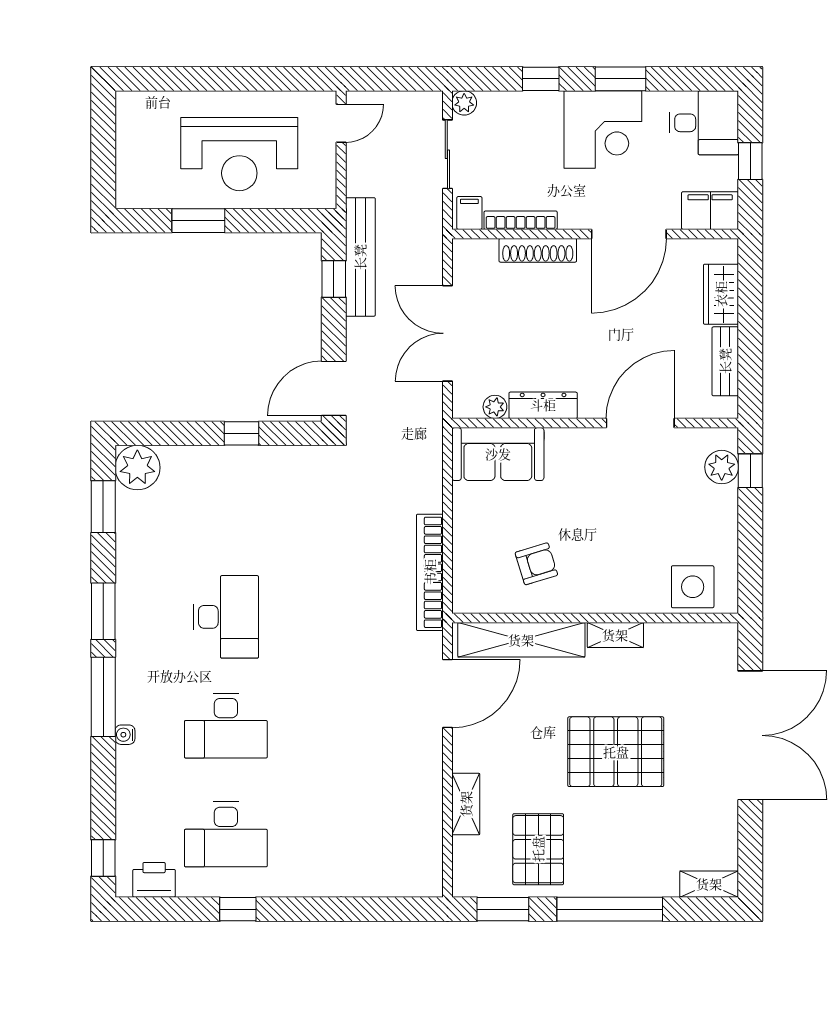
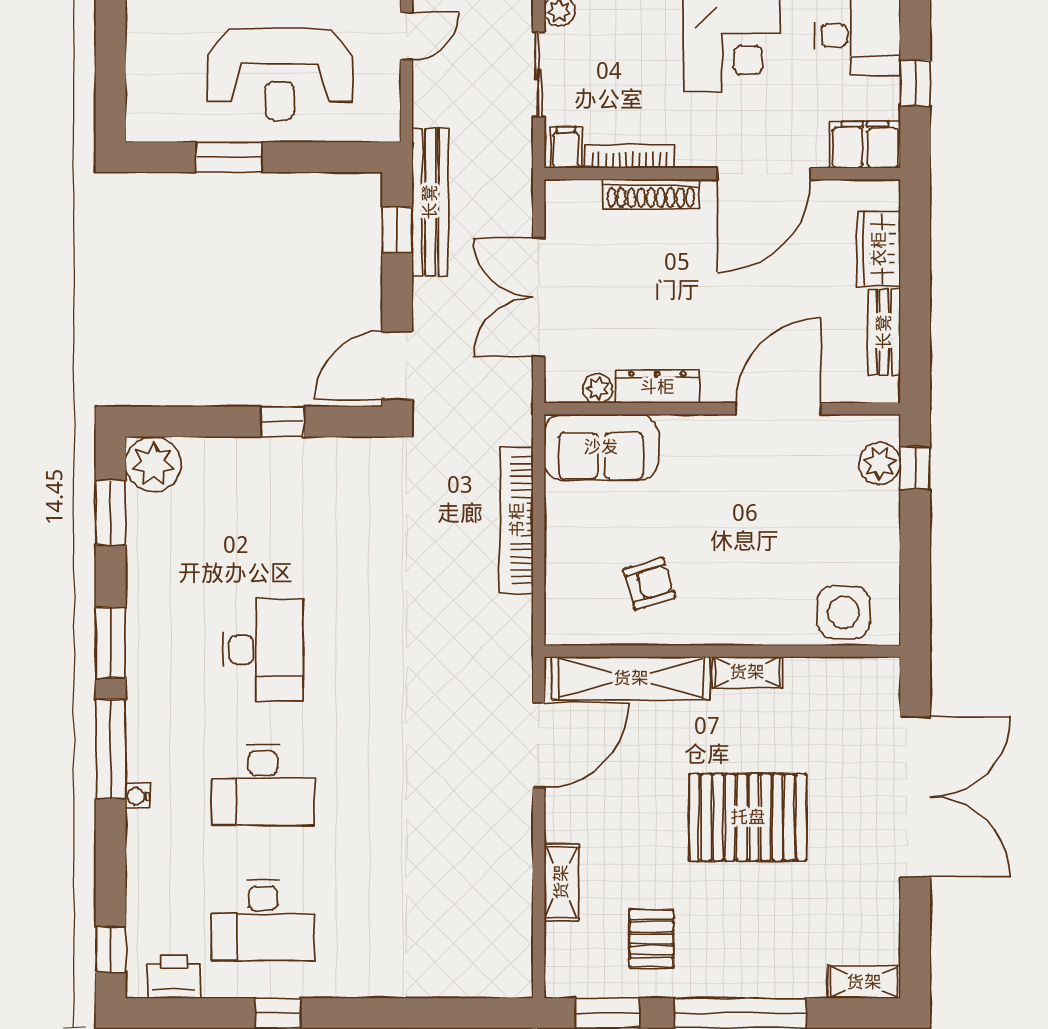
bookcase: (430, 572) -> (517, 520), moved
pallet: (538, 849) -> (651, 939), width x0.67, depth x0.71

